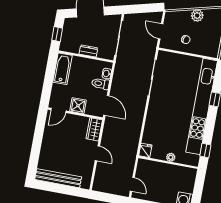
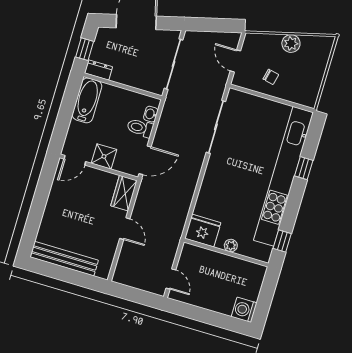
dresser: (88, 51) -> (98, 70), moved
door: (106, 105) -> (145, 160), hinge flipped
fridge: (145, 150) -> (203, 231), width x1.88, depth x1.34

